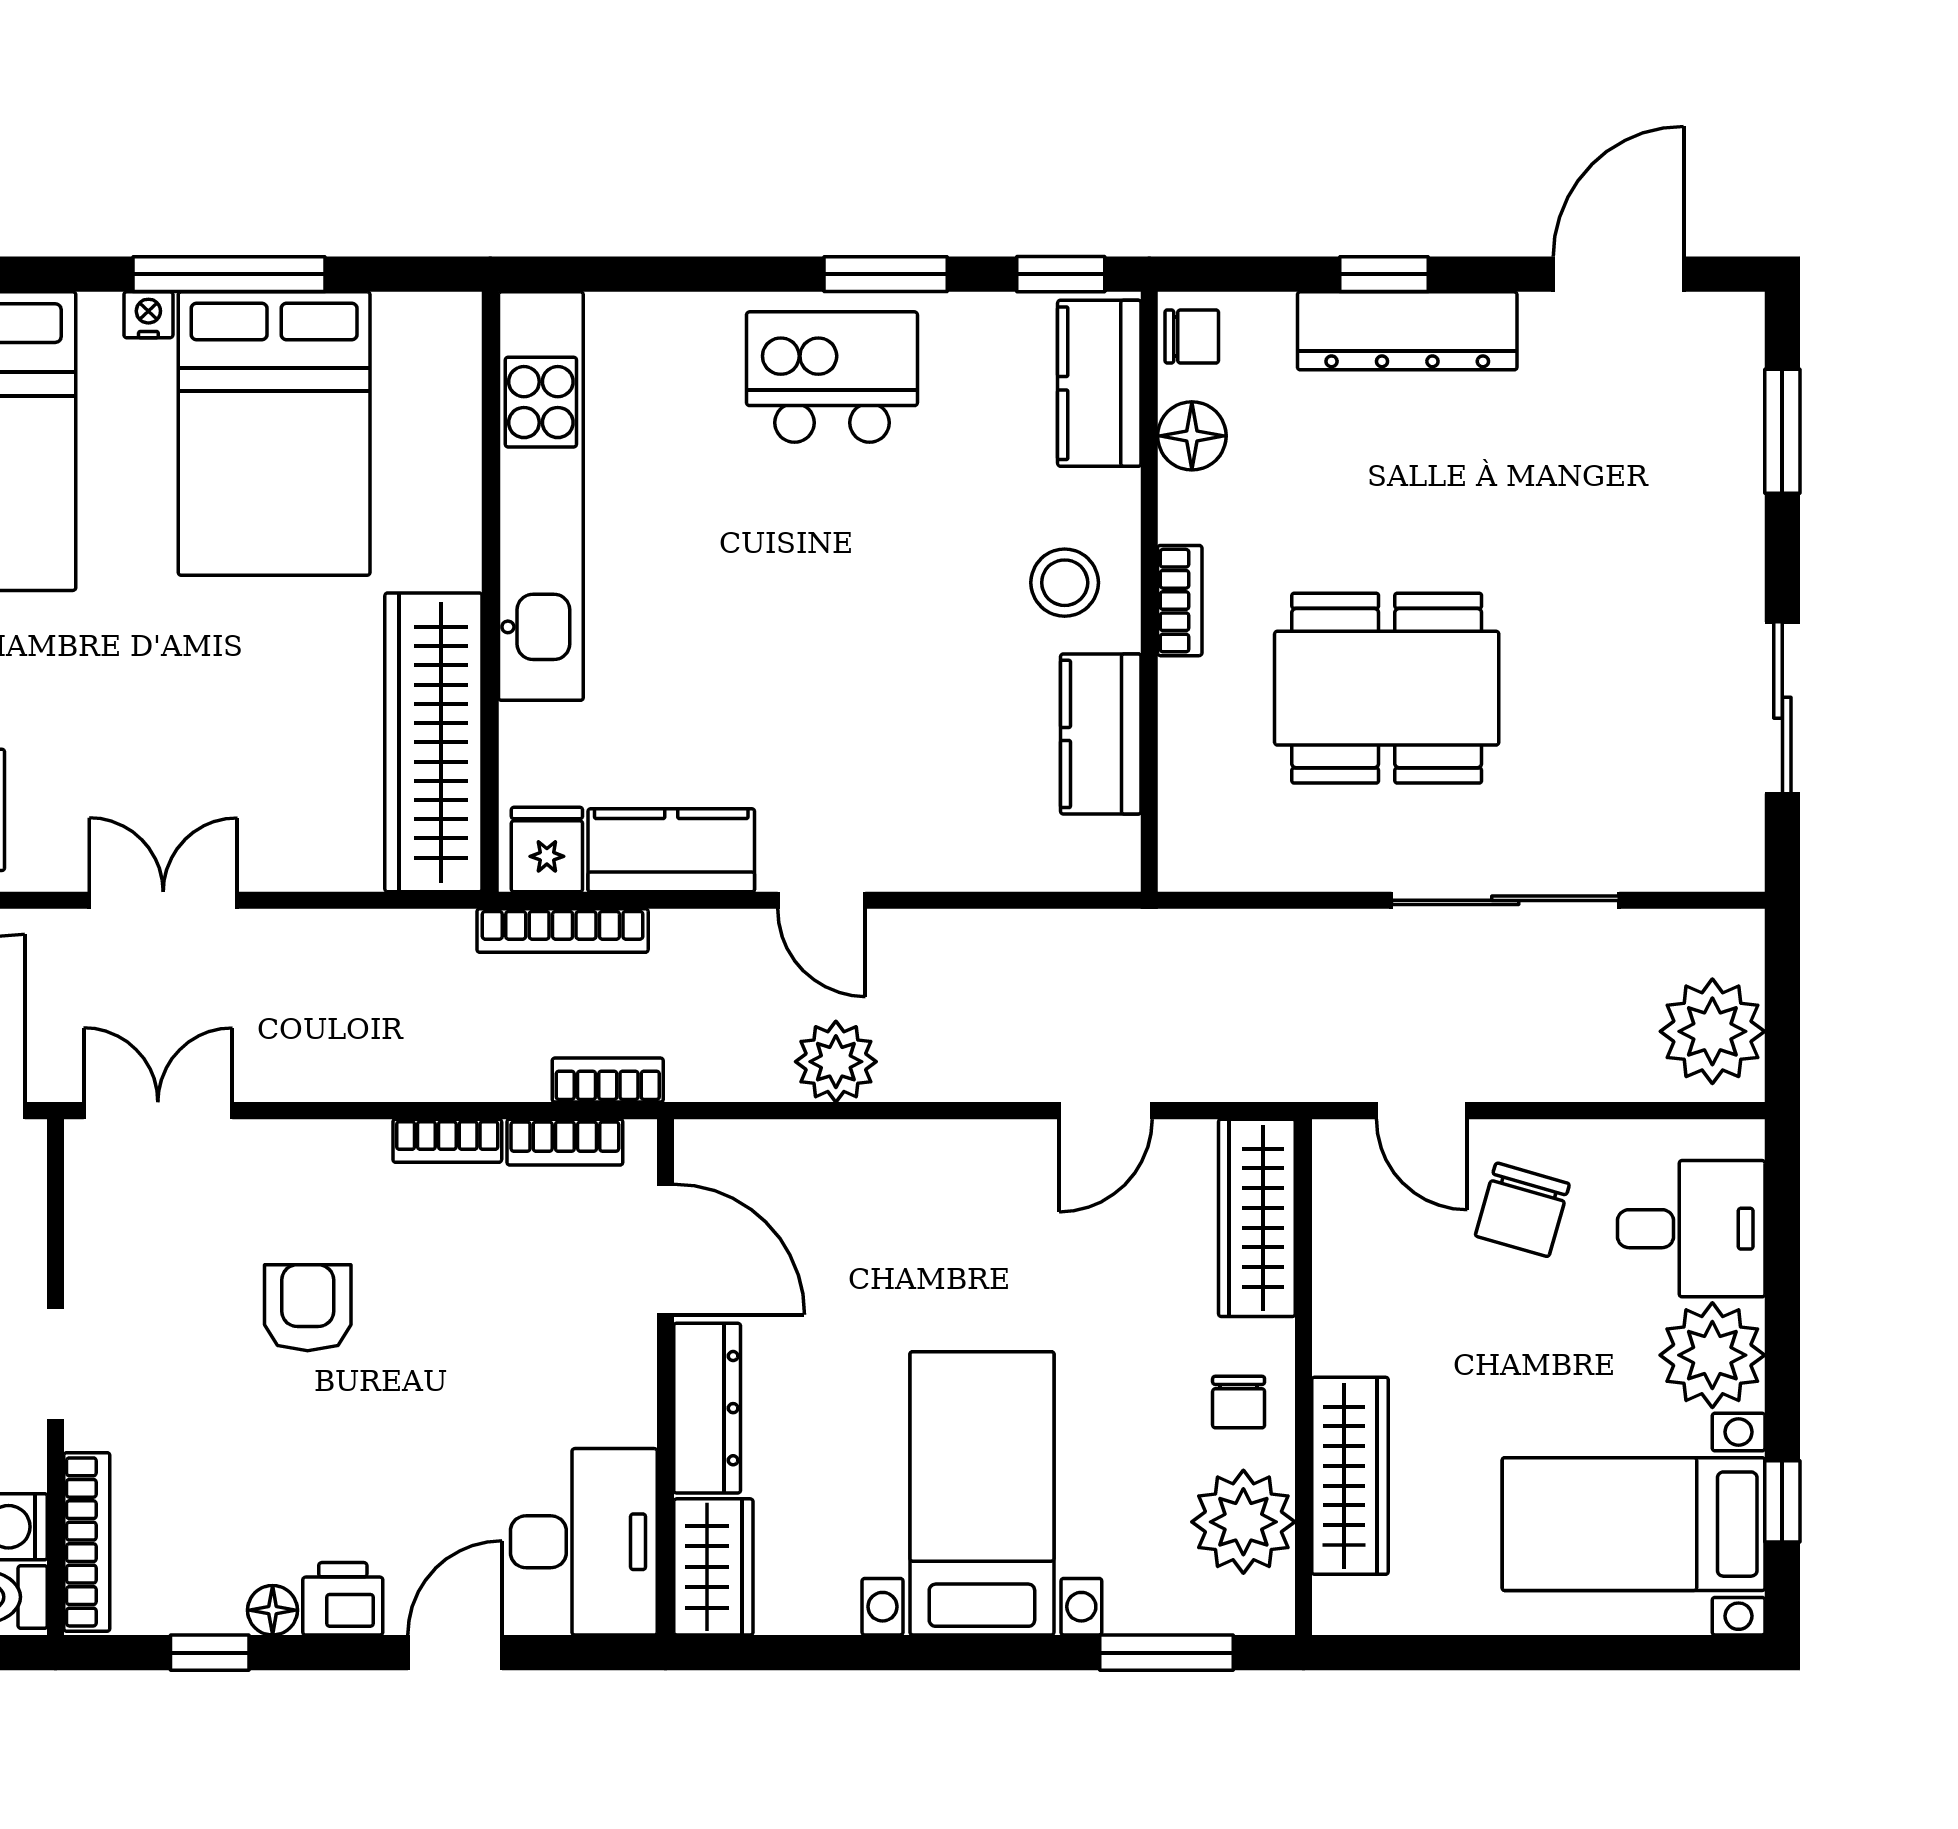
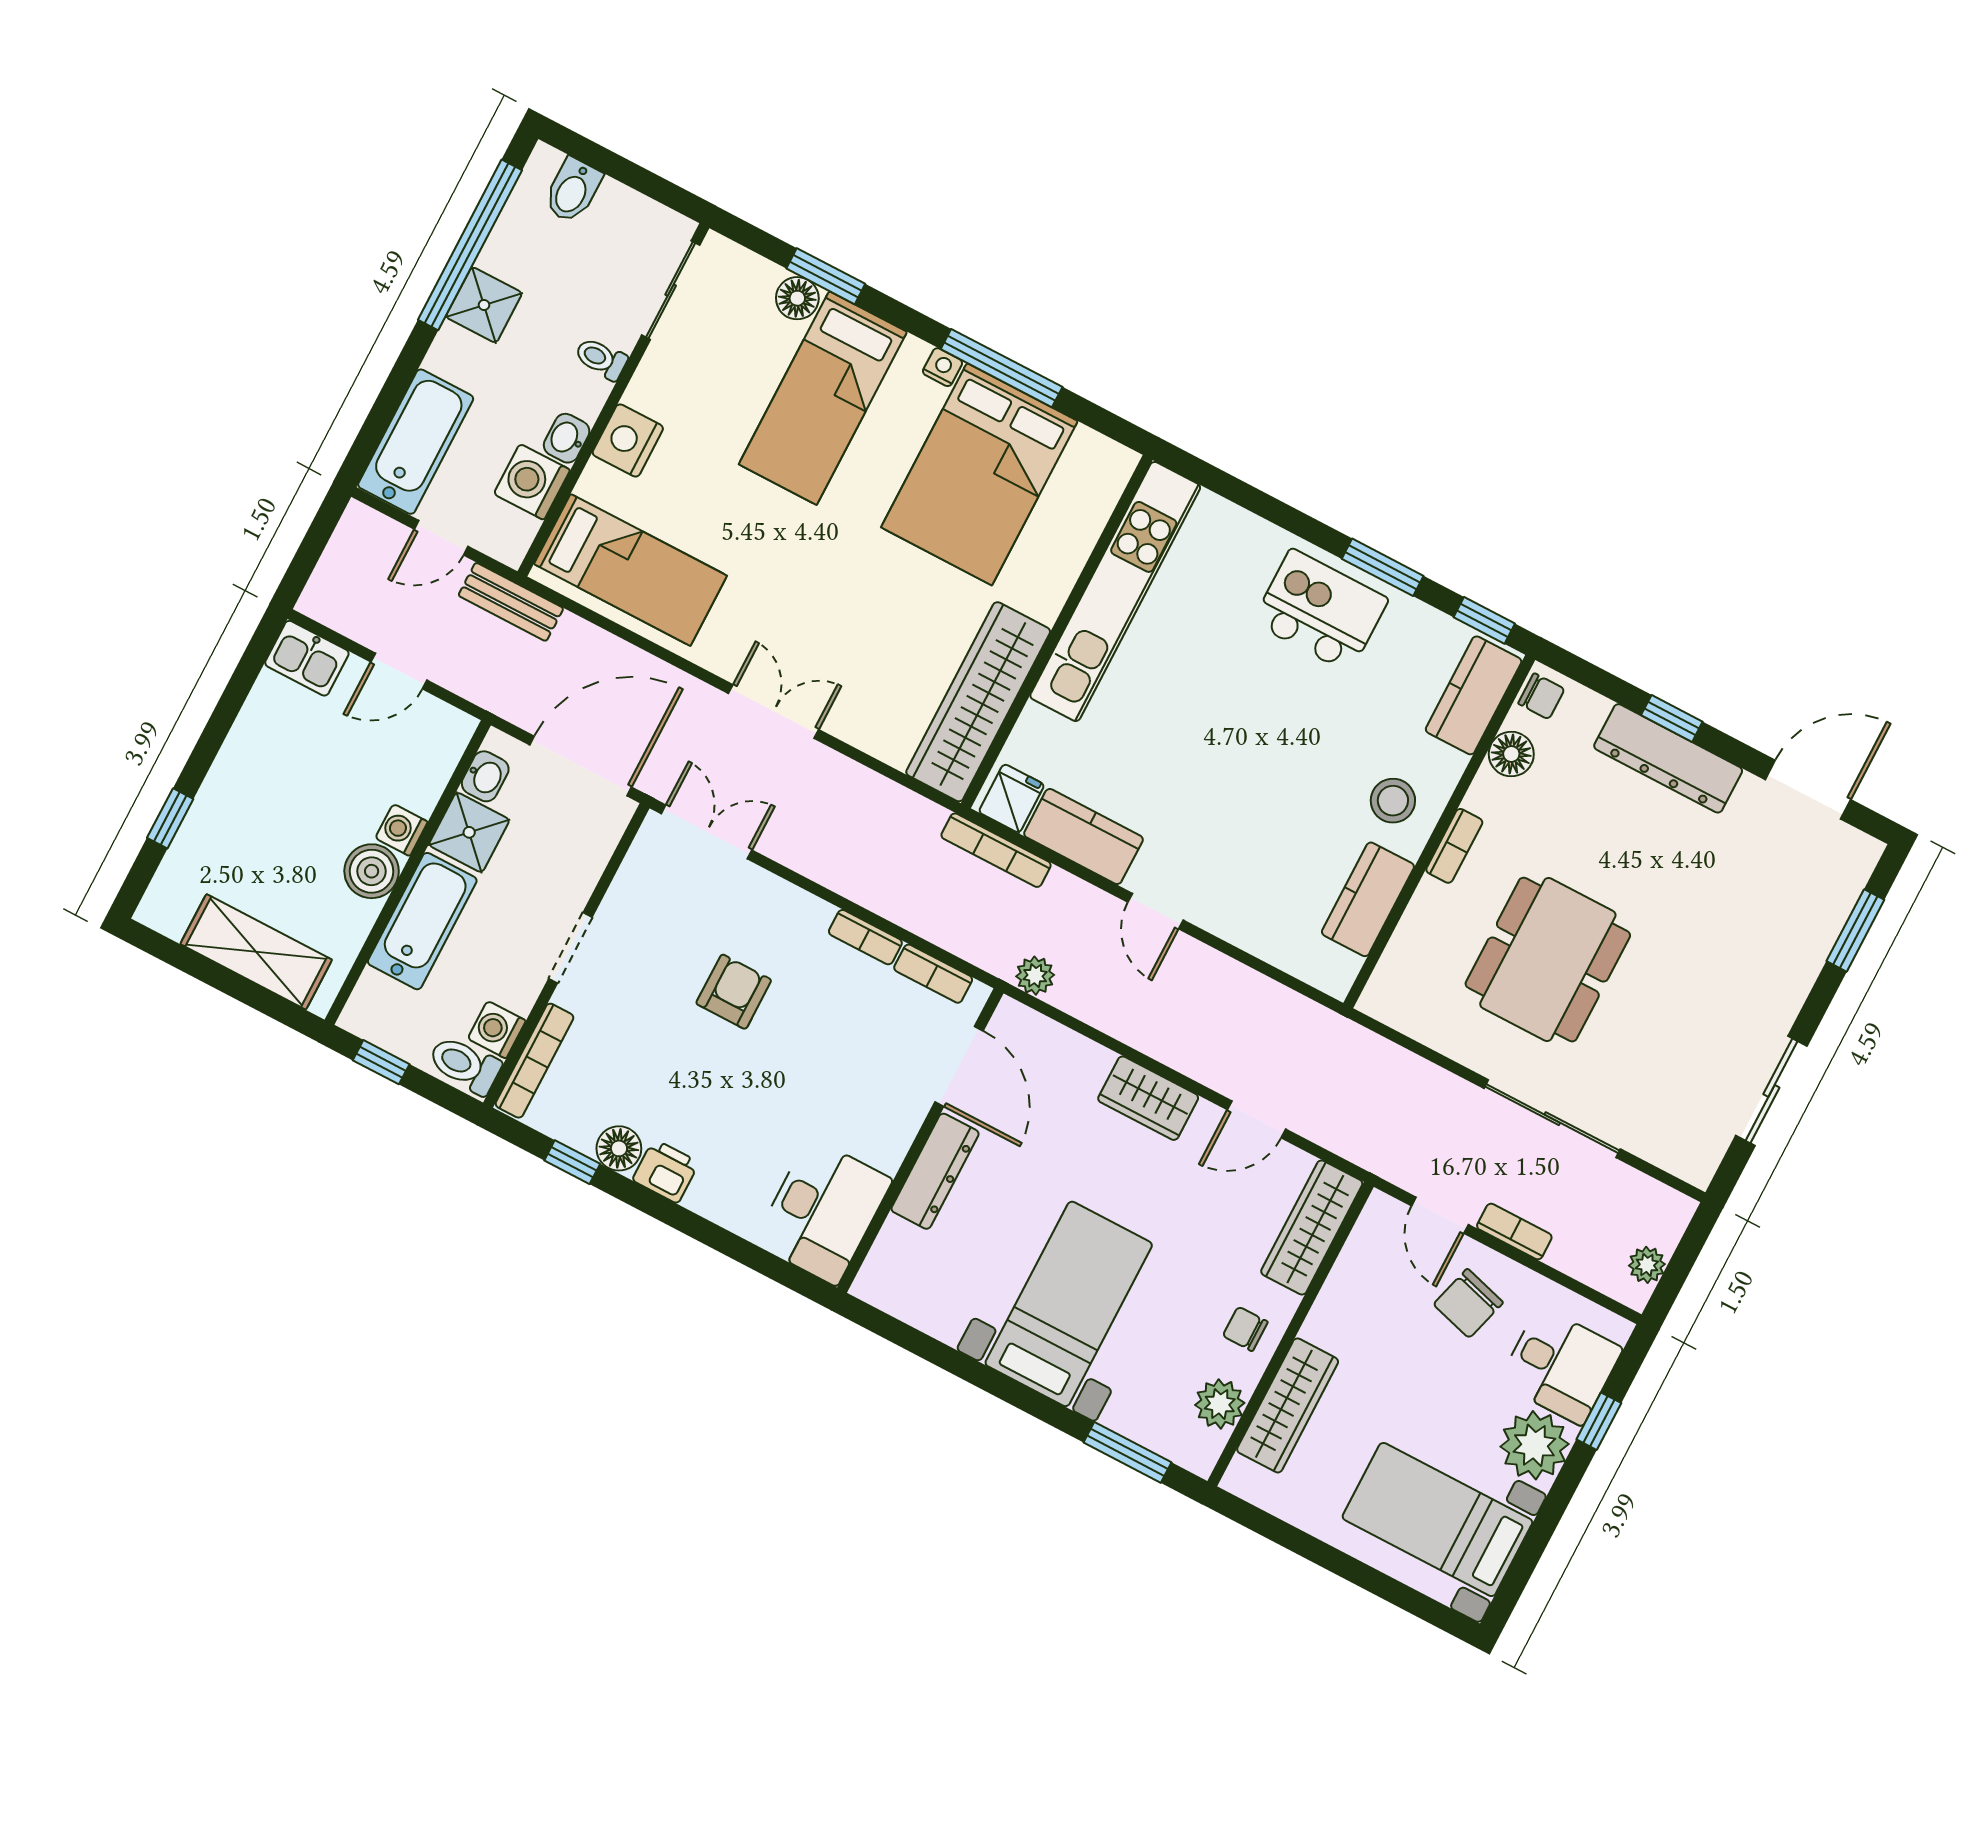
dining table: (1387, 688) -> (1548, 960), turned 90
plant: (1712, 1031) -> (1647, 1265), width x0.53, depth x0.53
plant: (836, 1062) -> (1035, 976), moved, width x0.73, depth x0.73
bookcase: (608, 1080) -> (1514, 1232), moved
chair: (1239, 1402) -> (1245, 1329), turned 90
window: (1782, 1501) -> (1599, 1421), moved
plant: (1243, 1522) -> (1220, 1404), width x0.73, depth x0.73
wardrobe: (713, 1567) -> (1148, 1098), moved, turned 90
floor lamp: (273, 1610) -> (619, 1148), width x1.37, depth x1.37
door: (455, 1653) -> (715, 1236), removed

